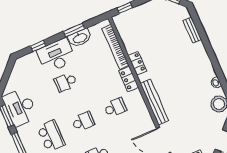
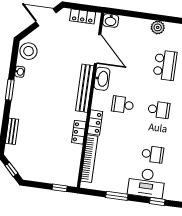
washbasin: (80, 38) -> (102, 79), moved, turned 90
window: (215, 63) -> (10, 90), added
school desk: (83, 122) -> (159, 110), turned 180

